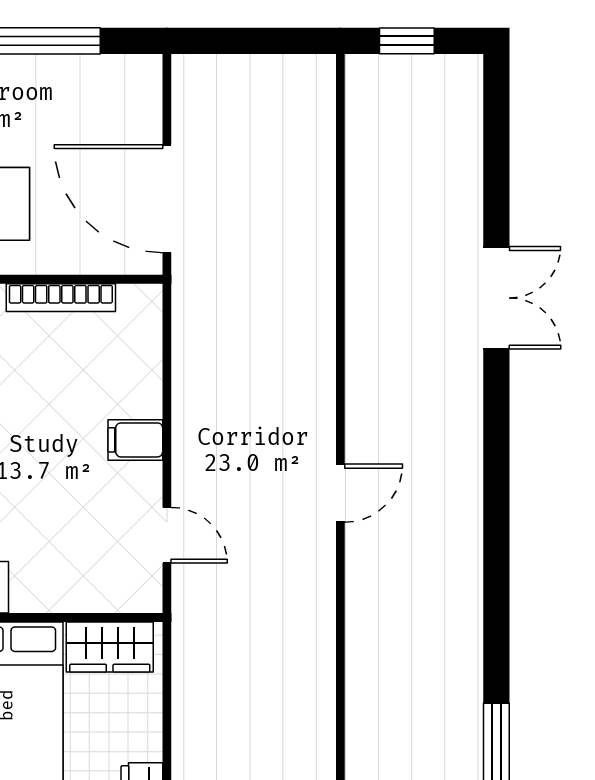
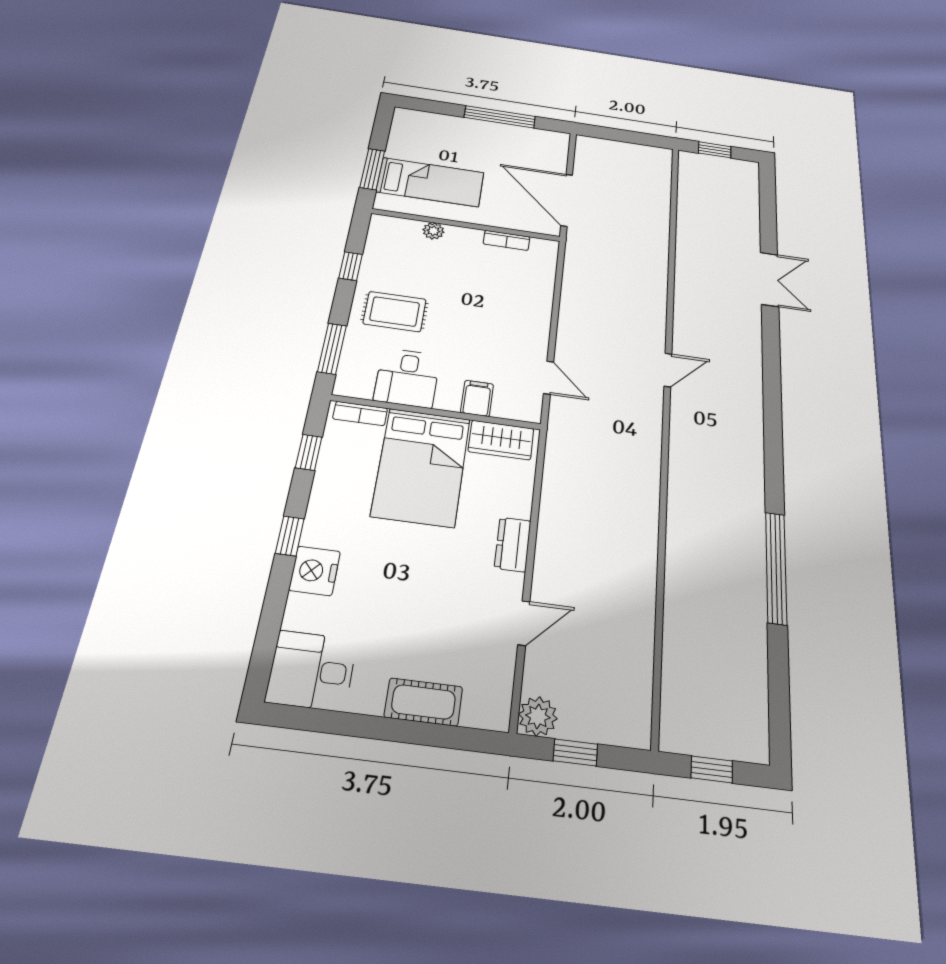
bookcase: (61, 298) -> (507, 240), width x0.64
filing cabinet: (135, 440) -> (477, 398), moved, turned 90

